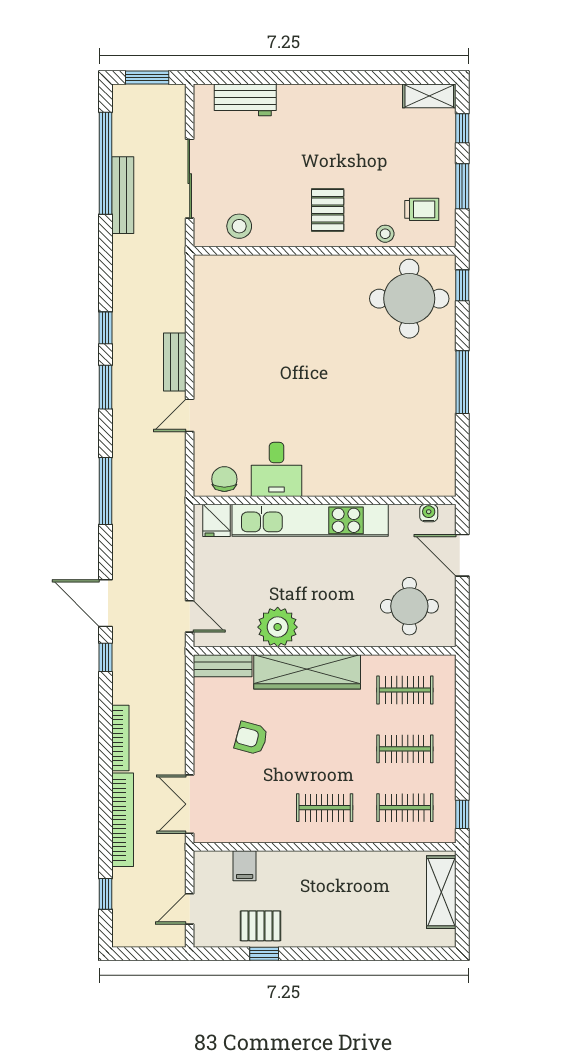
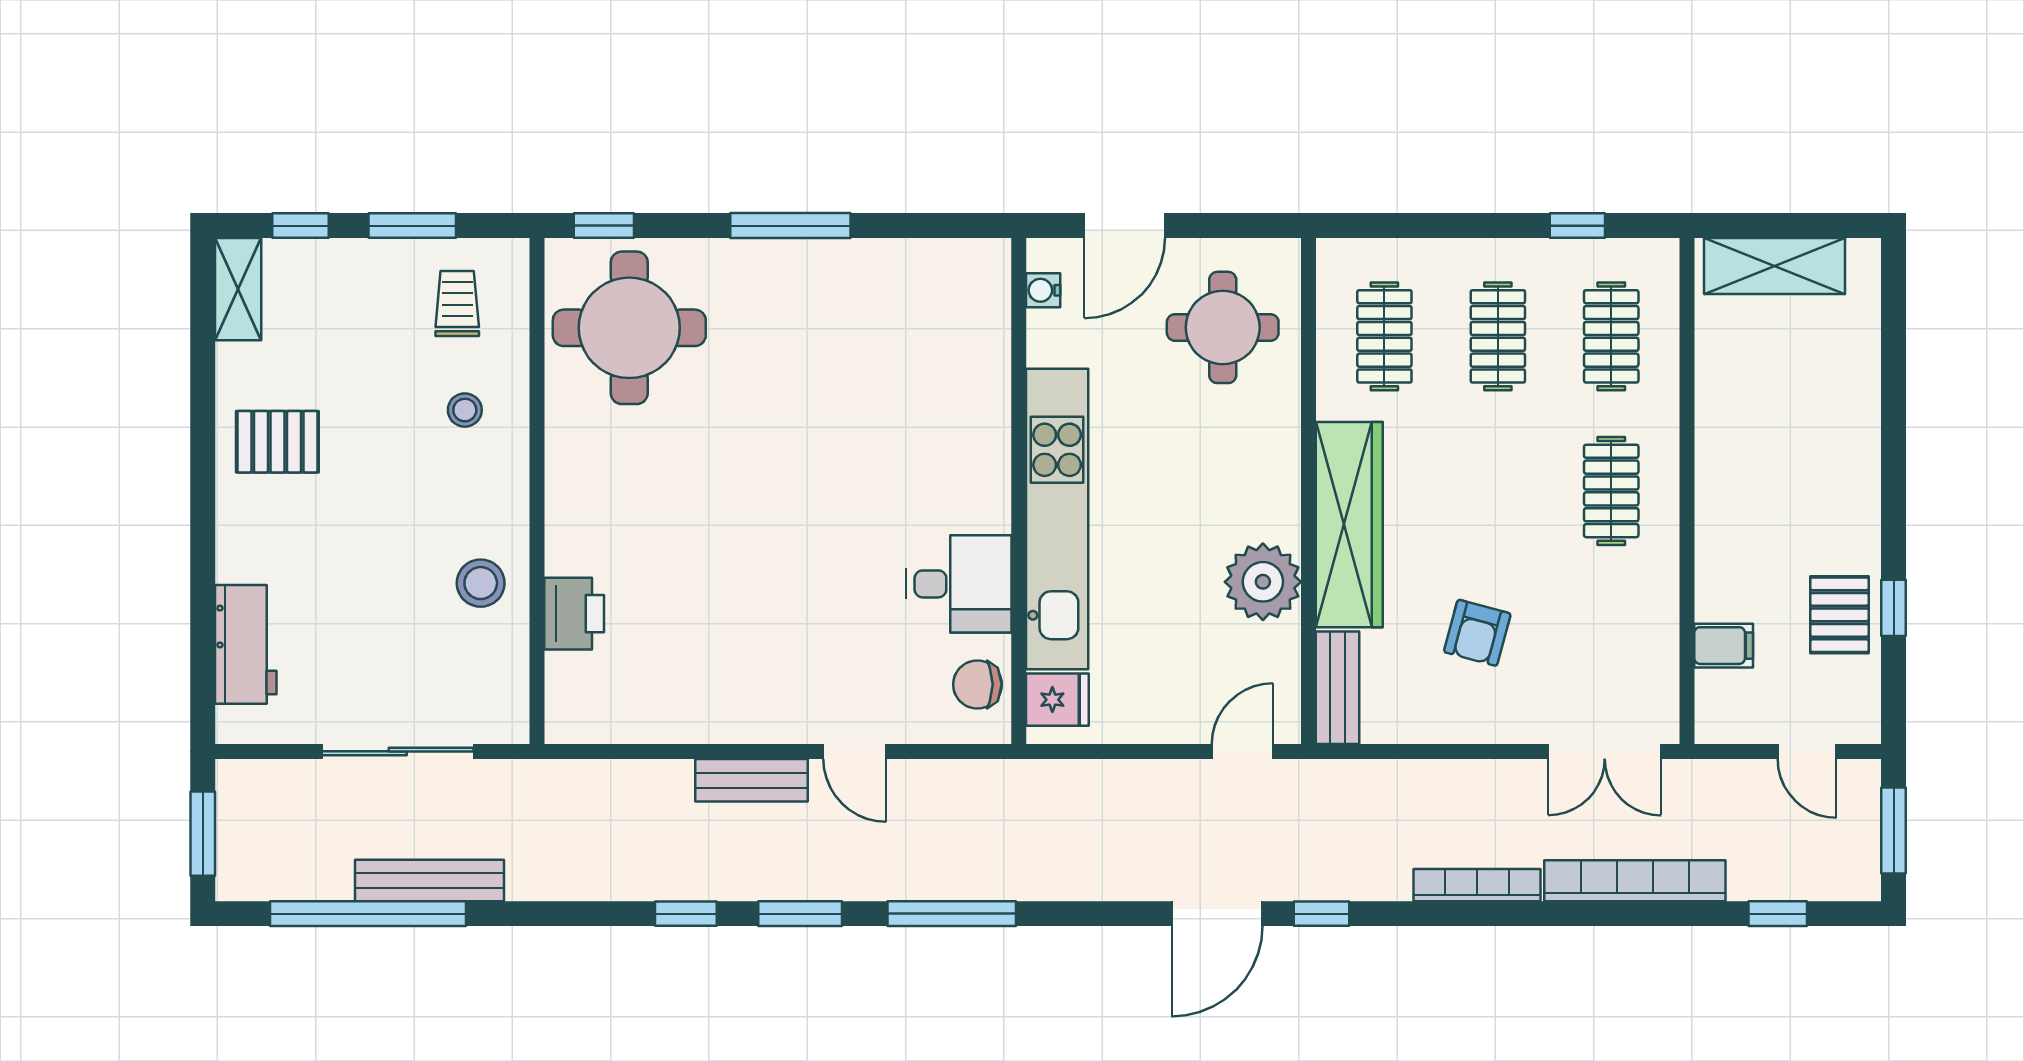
pallet: (328, 210) -> (277, 442), moved
stool: (239, 226) -> (481, 583), moved
stool: (385, 234) -> (465, 410), moved
printer: (261, 270) -> (574, 614), added
window: (106, 491) -> (952, 914), moved
window: (462, 814) -> (1577, 226), moved
window: (149, 954) -> (1894, 830), added

